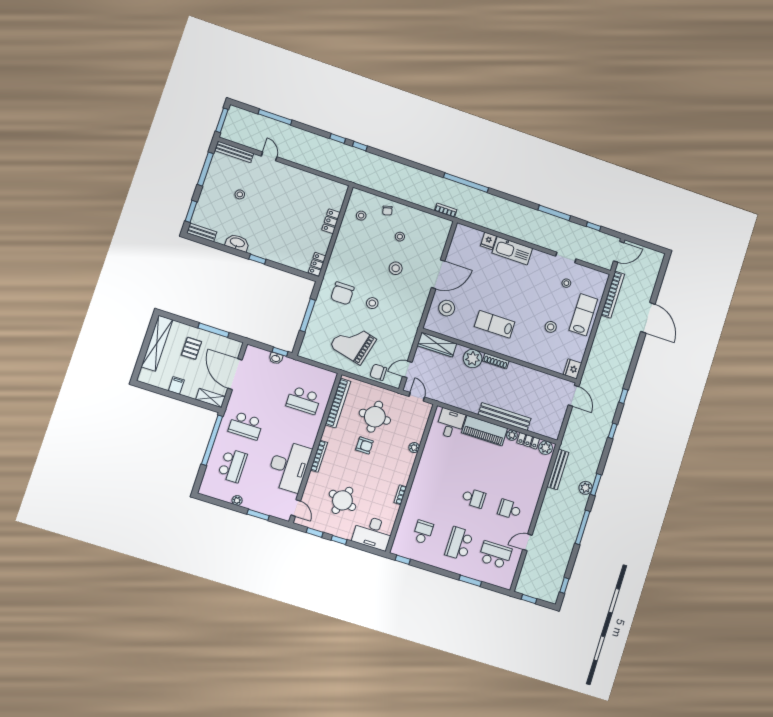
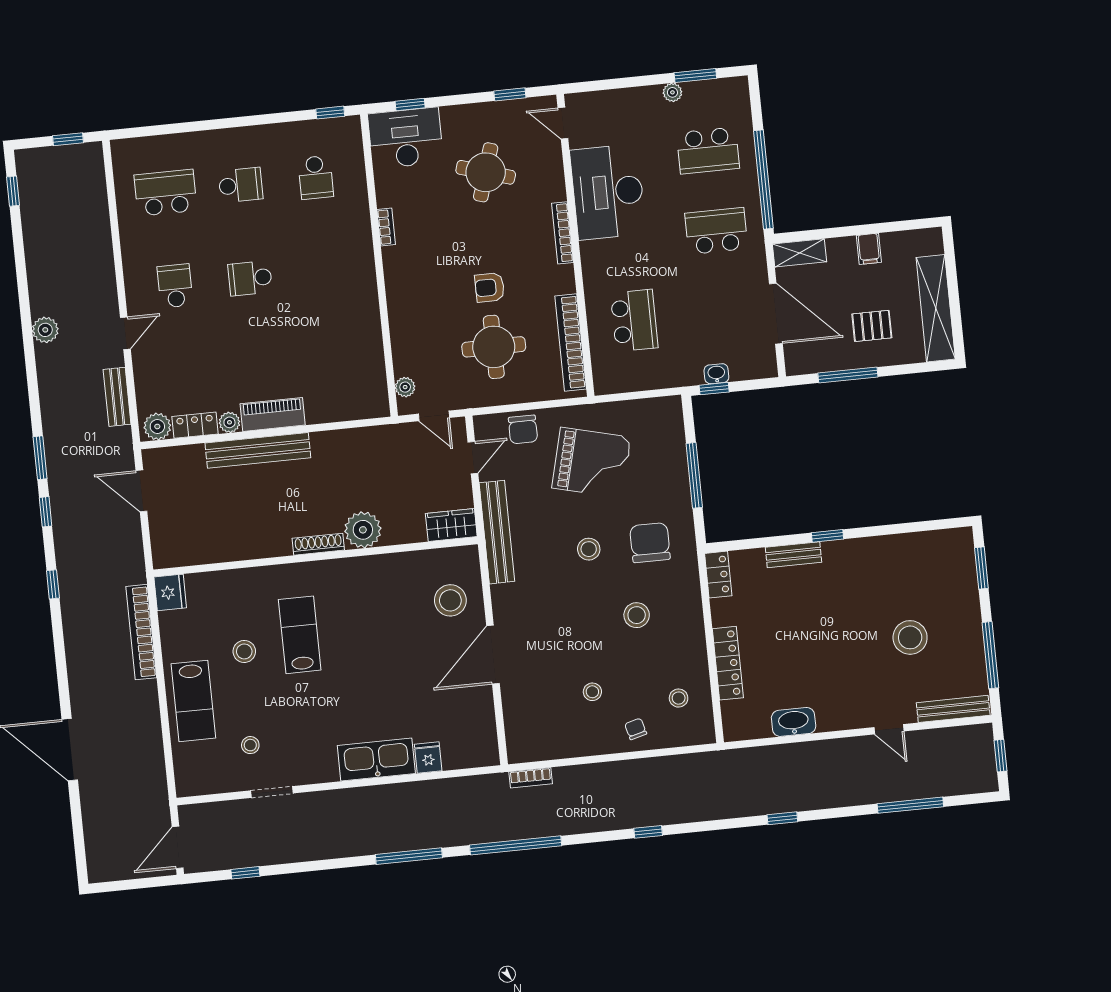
window: (222, 120) -> (1001, 756), width x0.67
window: (360, 146) -> (648, 832), moved
stool: (240, 194) -> (910, 637), width x1.89, depth x1.89
window: (554, 213) -> (409, 856), moved
locker: (331, 221) -> (728, 663), width x1.53
bench: (202, 232) -> (794, 555), moved
washbasin: (237, 243) -> (794, 722), moved, turned 180
stool: (396, 268) -> (637, 615), moved
bookcase: (613, 295) -> (141, 632), moved
lab bench: (495, 324) -> (300, 635), moved, turned -90
bench: (411, 330) -> (497, 532), added
wardrobe: (437, 345) -> (451, 525), width x0.67
pallet: (192, 348) -> (872, 326), turned 90
chair: (378, 372) -> (523, 429), turned 90
door: (573, 396) -> (141, 491), moved
school desk: (303, 400) -> (634, 320), turned 90
desk: (450, 424) -> (351, 394), removed
piano: (485, 431) -> (273, 414), width x0.73, depth x0.75
plant: (414, 448) -> (405, 387), moved
school desk: (232, 465) -> (708, 151), turned -90
bench: (558, 469) -> (117, 397), width x0.73
window: (596, 485) -> (40, 458), moved
plant: (586, 488) -> (45, 330), moved
school desk: (510, 509) -> (175, 286), turned -90
window: (258, 515) -> (695, 76), moved
window: (582, 527) -> (25, 311), removed
window: (339, 540) -> (410, 104), moved
door: (527, 542) -> (125, 333), moved
school desk: (459, 543) -> (241, 185), width x0.54
school desk: (495, 555) -> (166, 193), turned 180
window: (470, 581) -> (191, 127), removed

